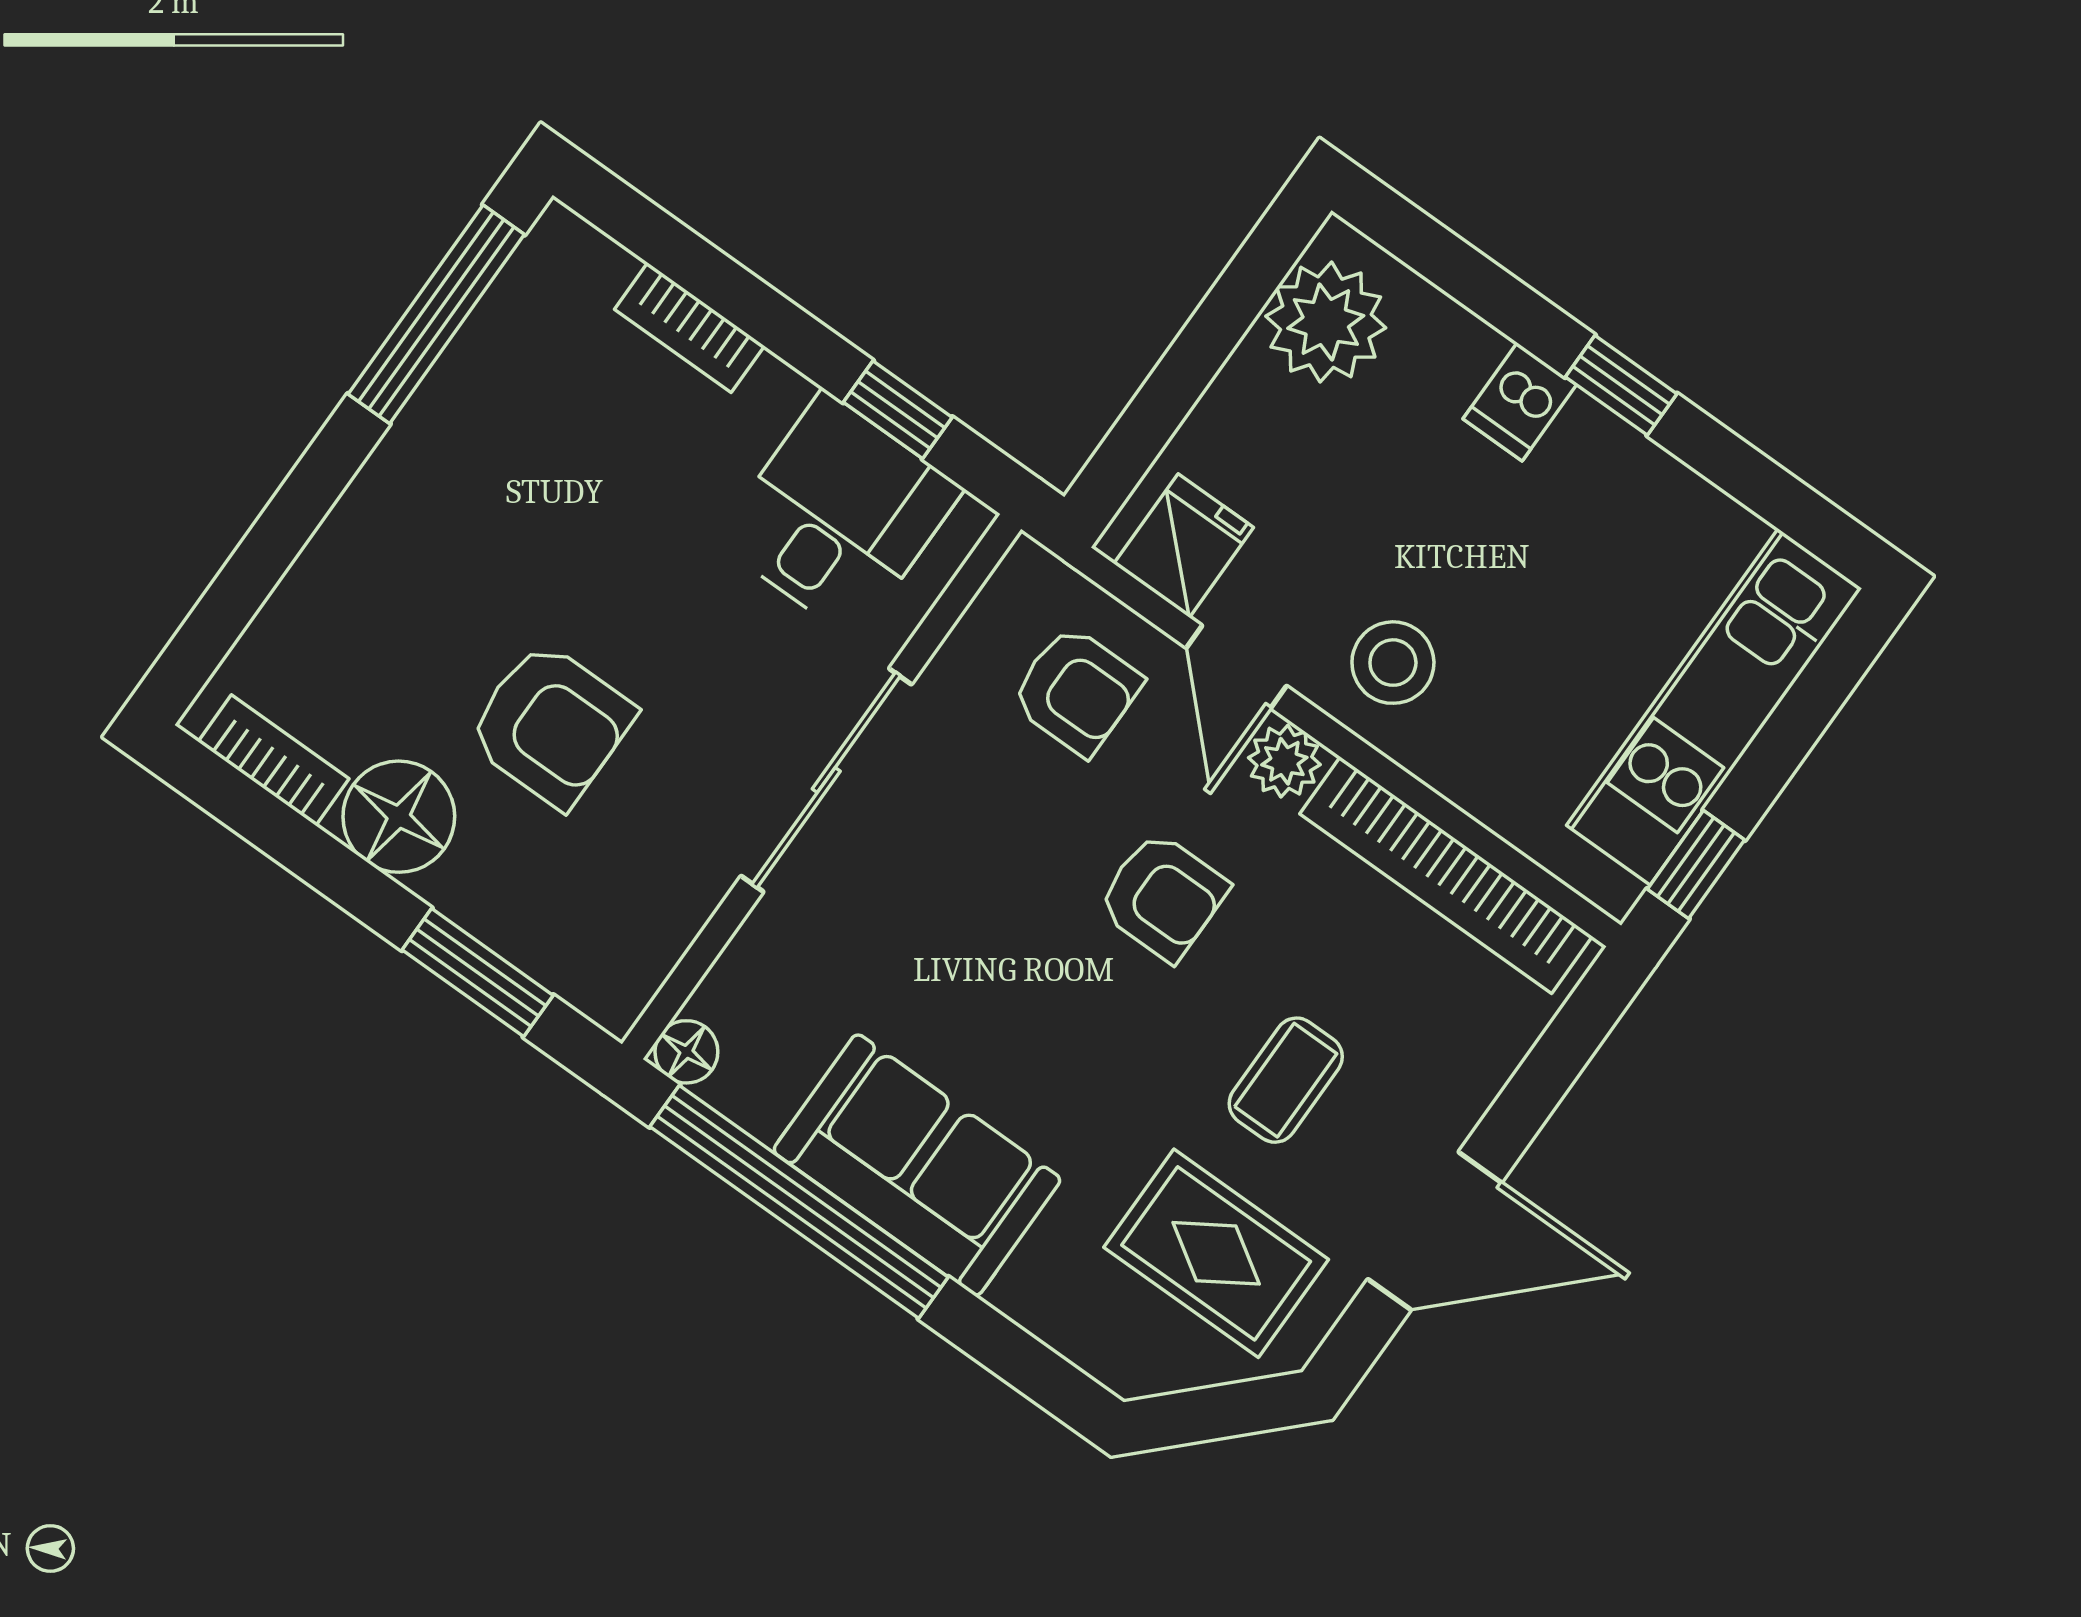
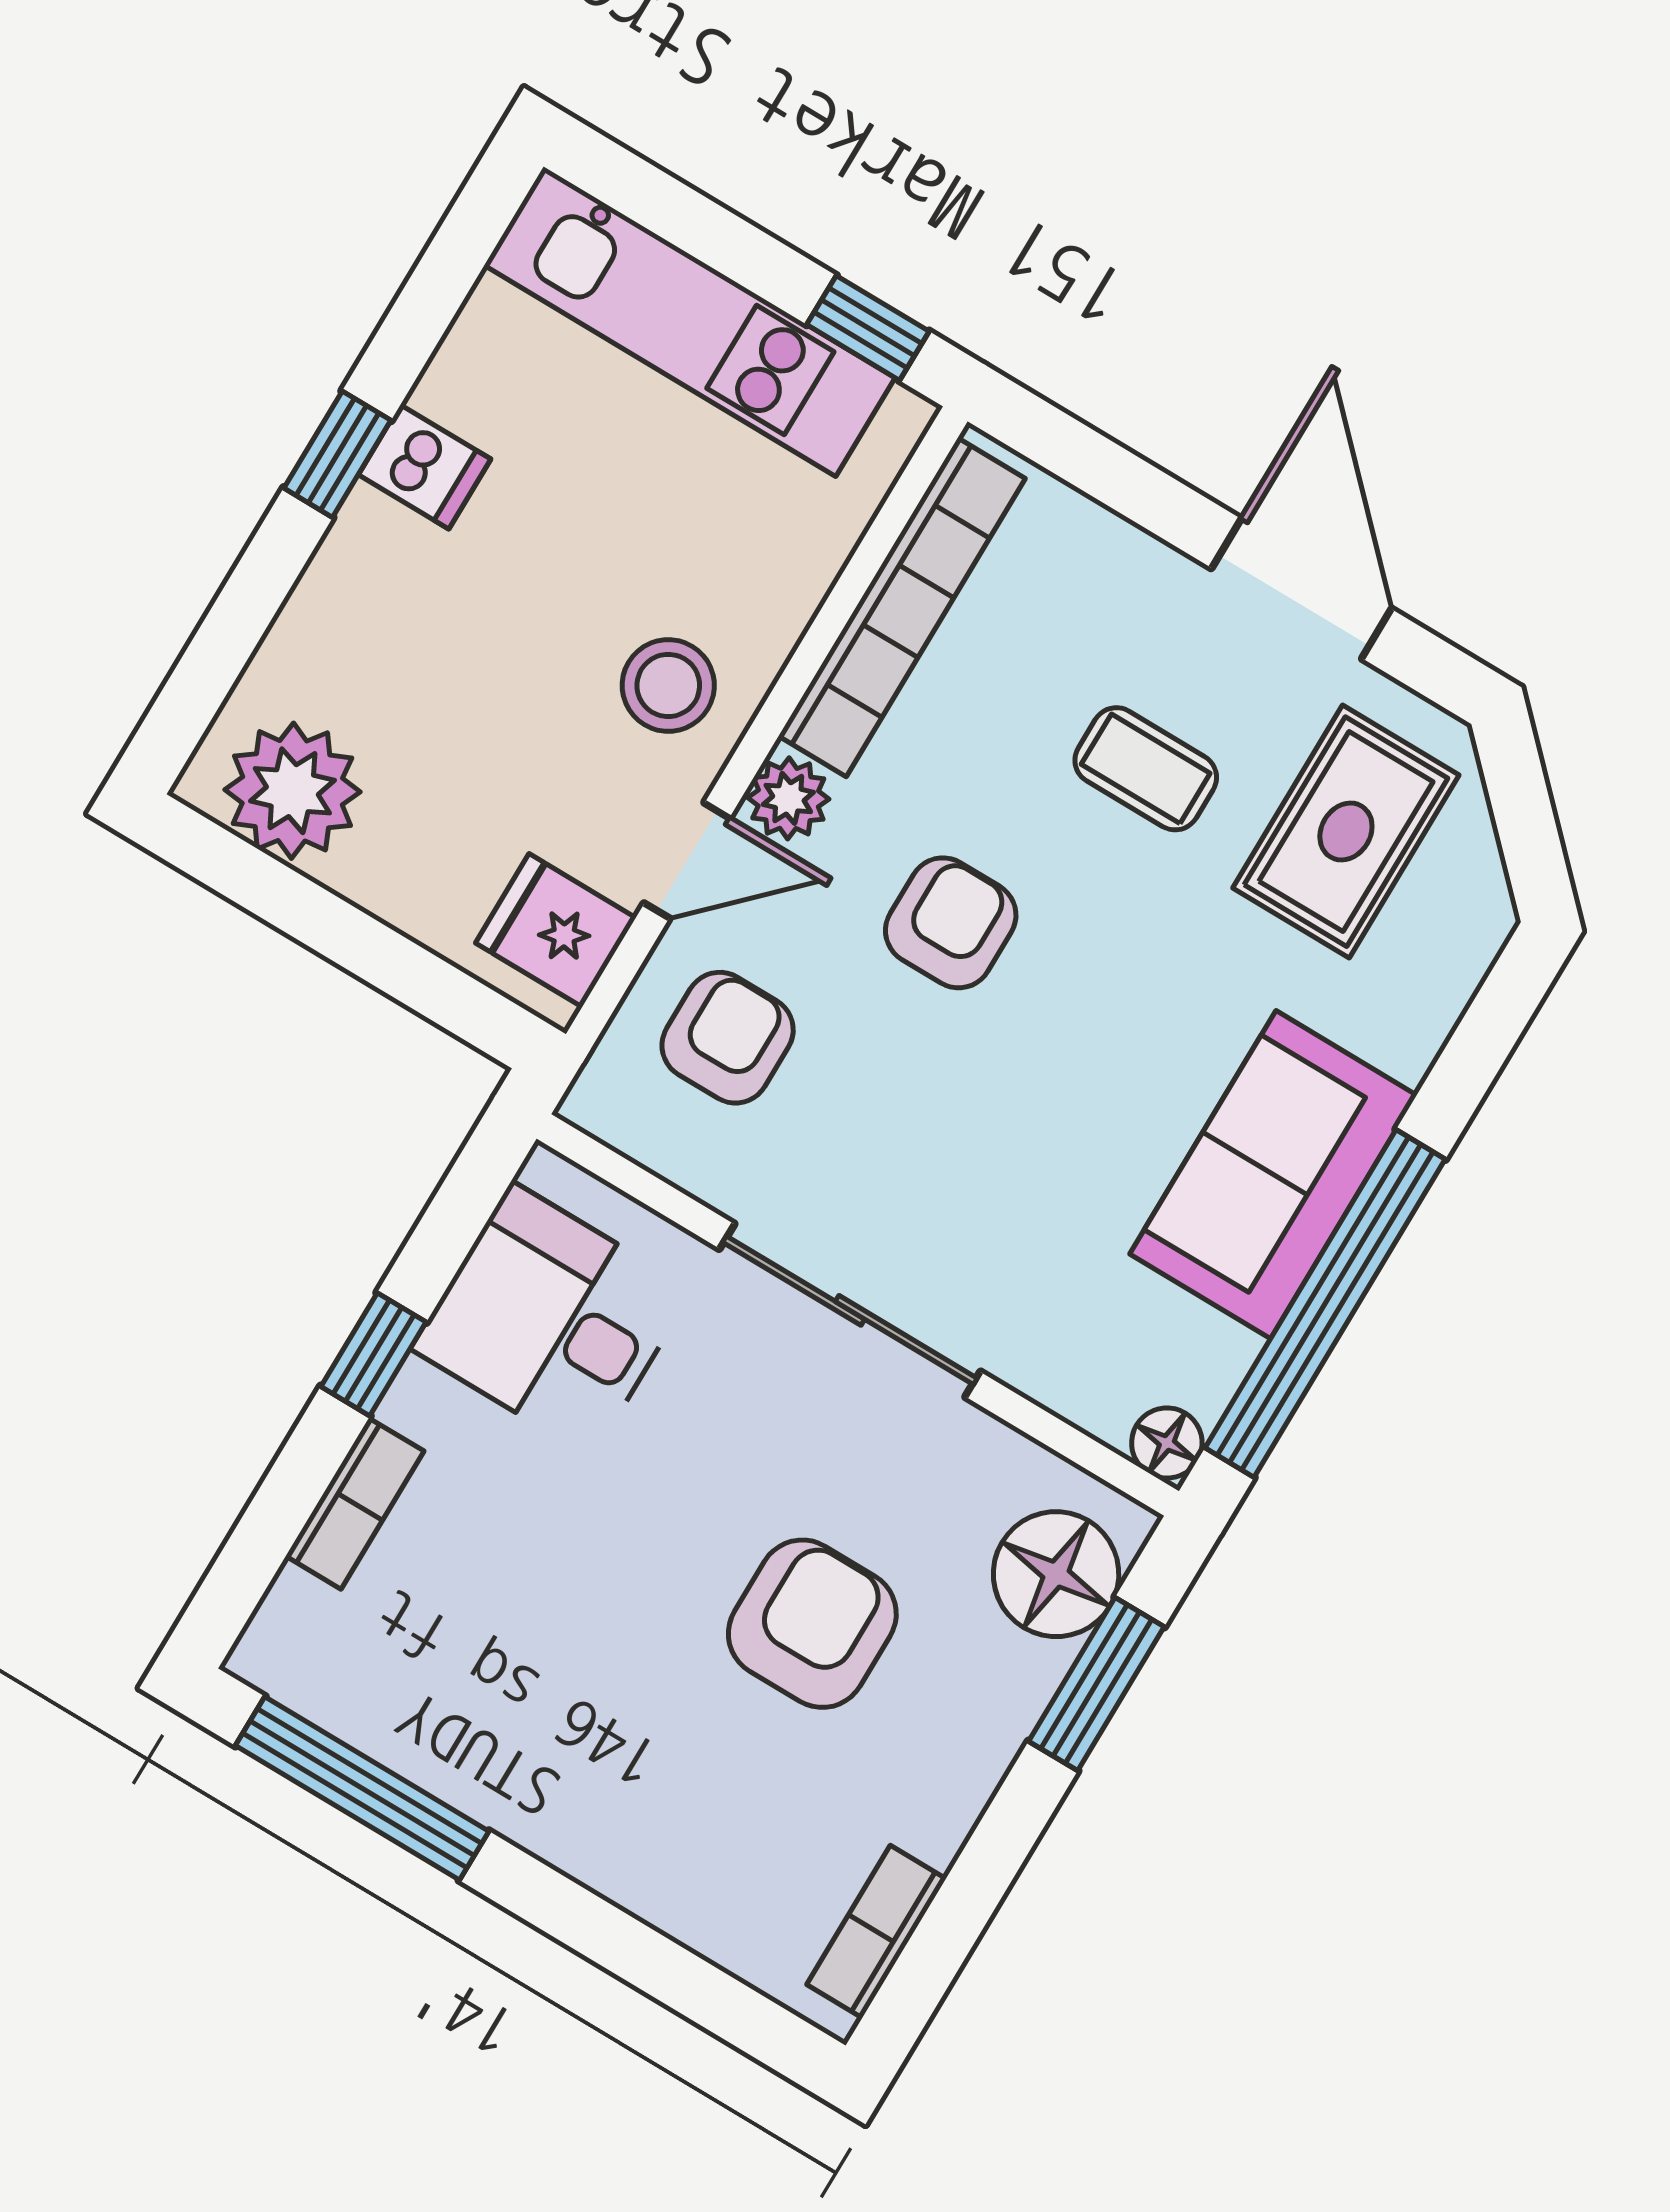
dishwasher: (1520, 402) -> (425, 467), moved
window: (898, 410) -> (374, 1354), moved
floor lamp: (399, 817) -> (1056, 1574), moved

